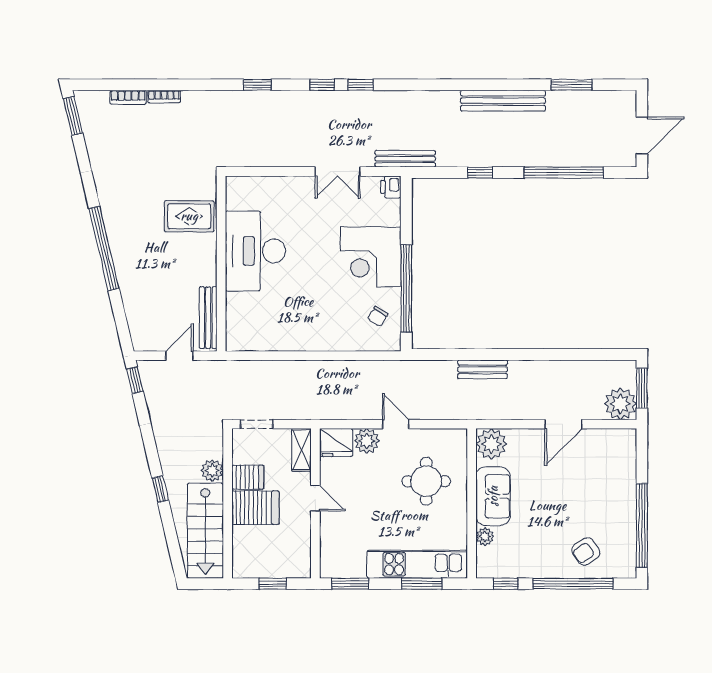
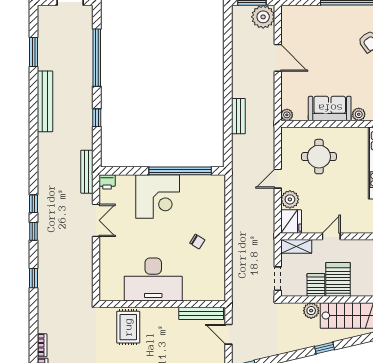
chair: (378, 316) -> (197, 241), moved
plant: (491, 444) -> (287, 115), width x0.53, depth x0.53

